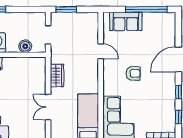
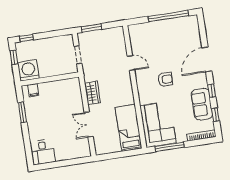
sofa: (126, 22) -> (202, 104), moved, turned 90
boiler: (25, 46) -> (58, 69), removed

